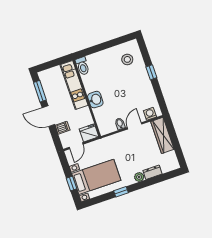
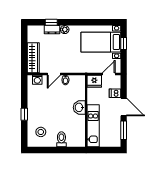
toilet: (82, 66) -> (61, 139), moved
window: (121, 192) -> (51, 22), moved

